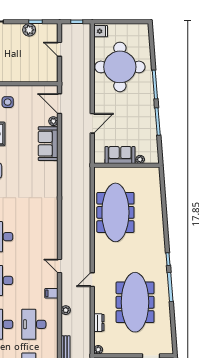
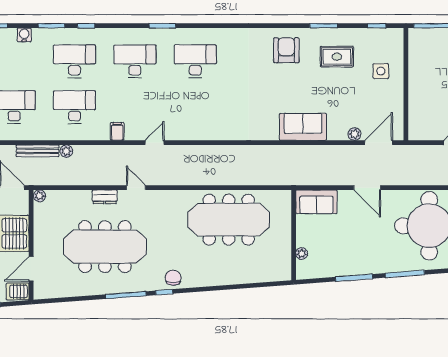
door: (92, 123) -> (367, 188), moved
sofa: (48, 144) -> (303, 127), moved
sofa: (120, 155) -> (316, 202), moved, turned 90
chair: (158, 253) -> (173, 278), added
plant: (66, 310) -> (66, 151), moved
dresser: (99, 323) -> (105, 197), moved

